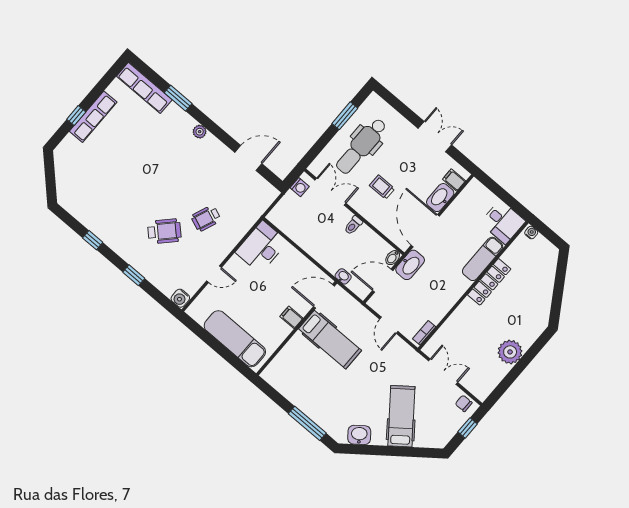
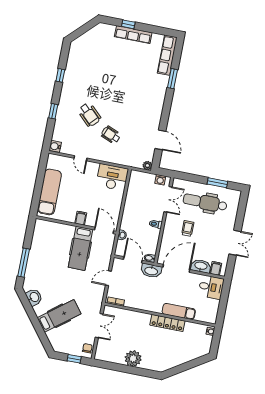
plant: (200, 132) -> (147, 166), moved
desk: (503, 222) -> (211, 287), moved, turned -90

